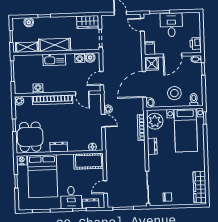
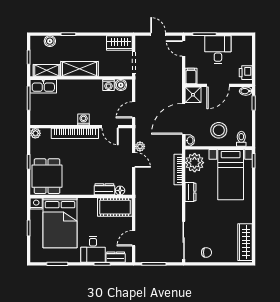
kitchen sink: (54, 60) -> (43, 86), moved
washing machine: (38, 88) -> (84, 119), moved
dresser: (59, 147) -> (104, 189), moved

